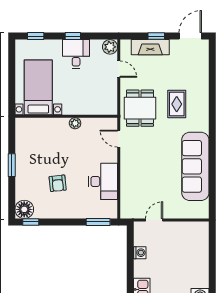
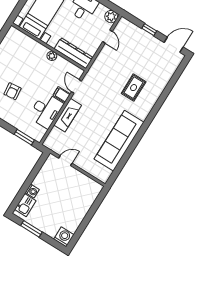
fireplace: (150, 47) -> (68, 115), moved, turned -90
dresser: (95, 107) -> (74, 53), added
dining table: (140, 108) -> (105, 74), removed
filing cabinet: (109, 156) -> (62, 95), added
washing machine: (140, 253) -> (32, 191), moved

